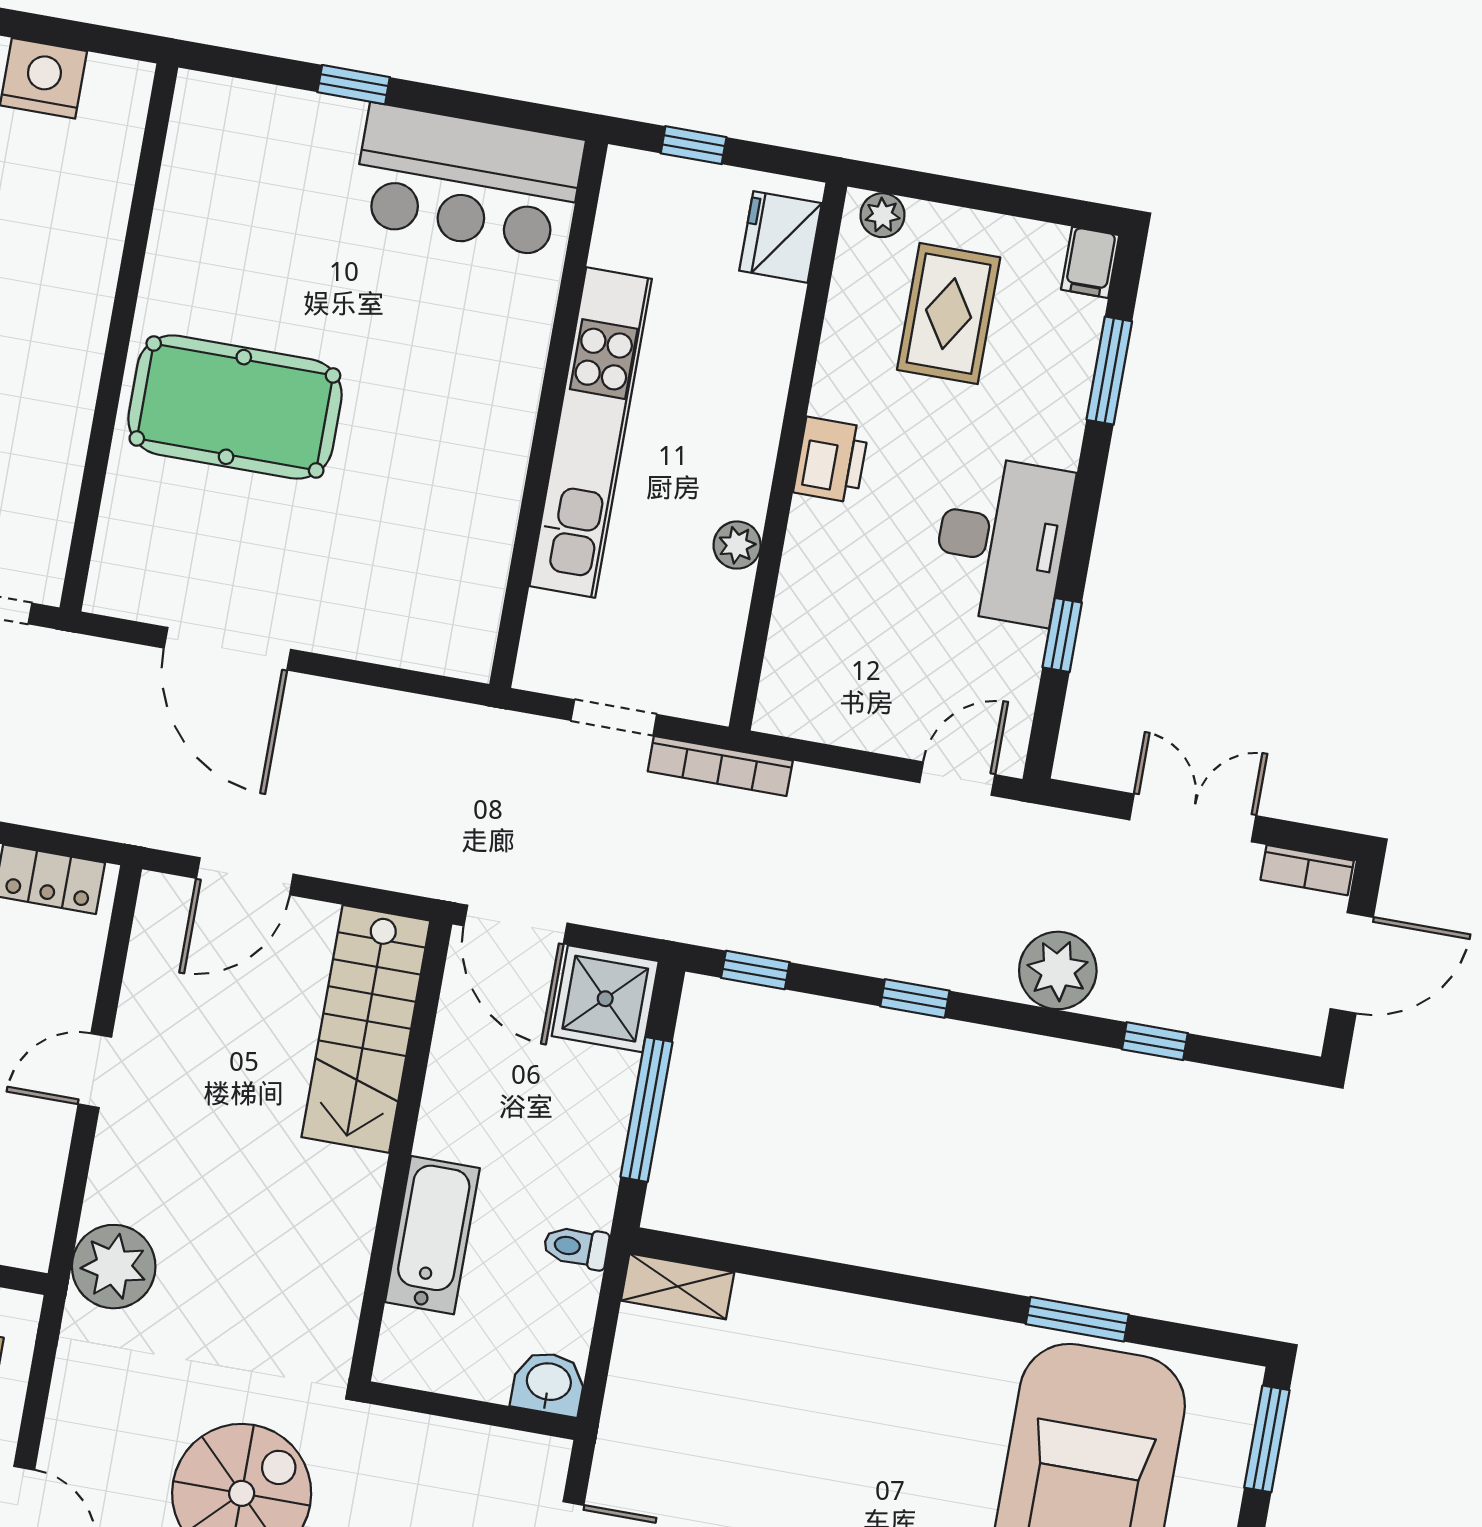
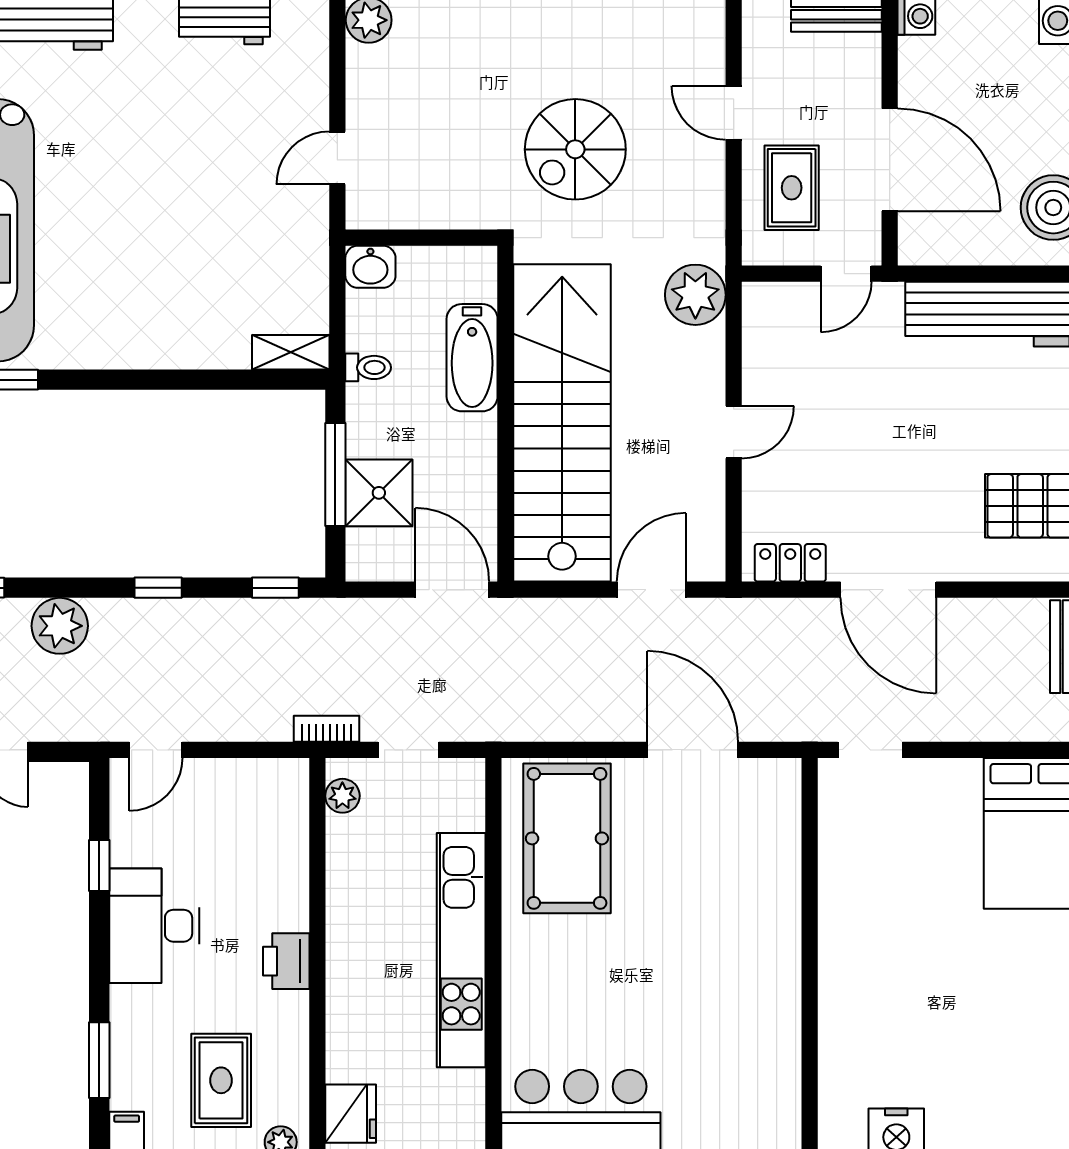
pool table: (235, 407) -> (567, 838), moved, turned 90
plant: (737, 545) -> (342, 796), moved
bookcase: (720, 766) -> (326, 729), width x0.64
shower: (605, 999) -> (379, 493), moved
stairs: (366, 1029) -> (562, 423), width x1.86, depth x1.51

